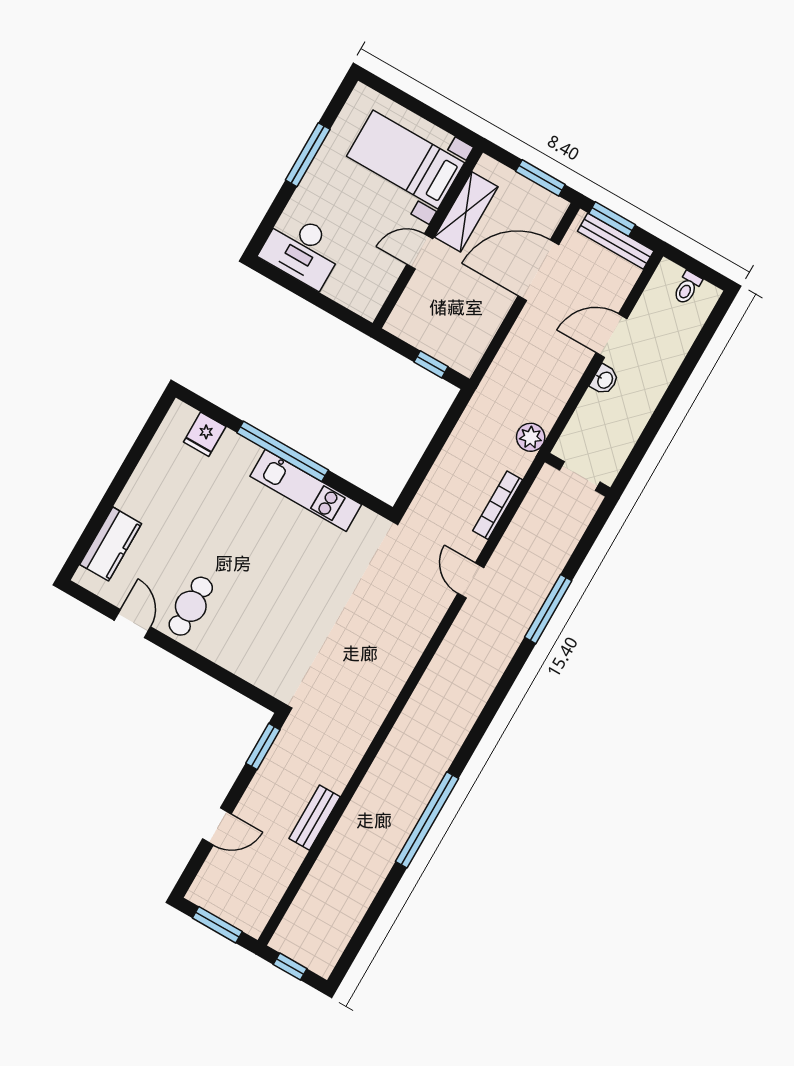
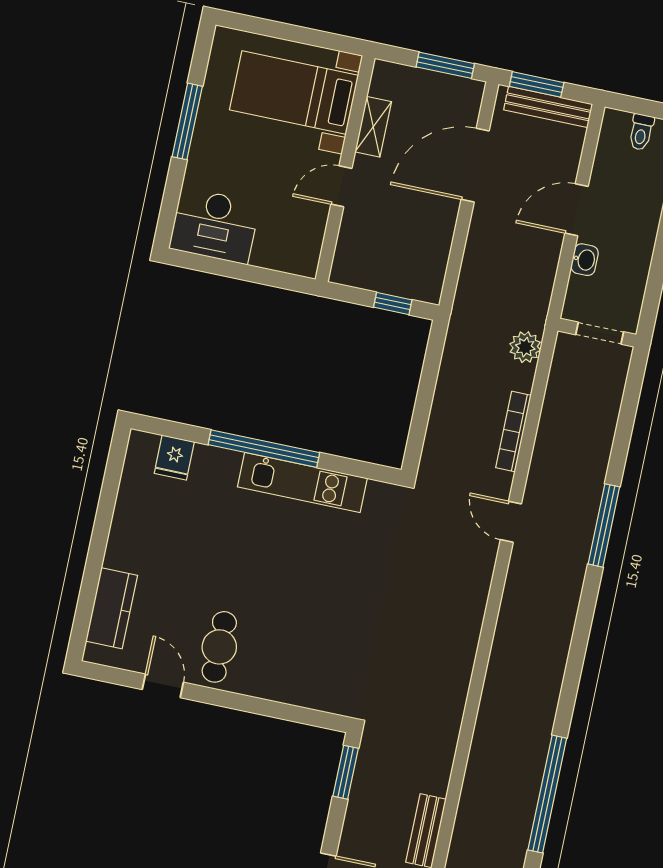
shelving: (466, 212) -> (373, 127), width x0.67, depth x0.75
wall: (578, 475) -> (597, 333), moved
doorway: (580, 476) -> (600, 333), moved

